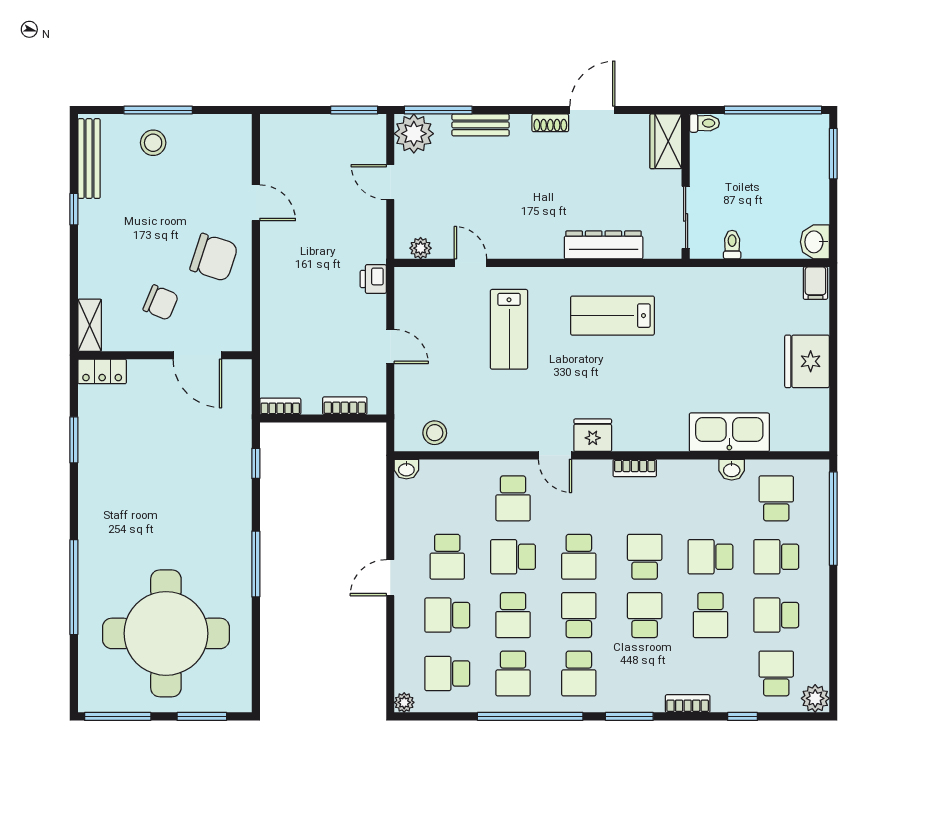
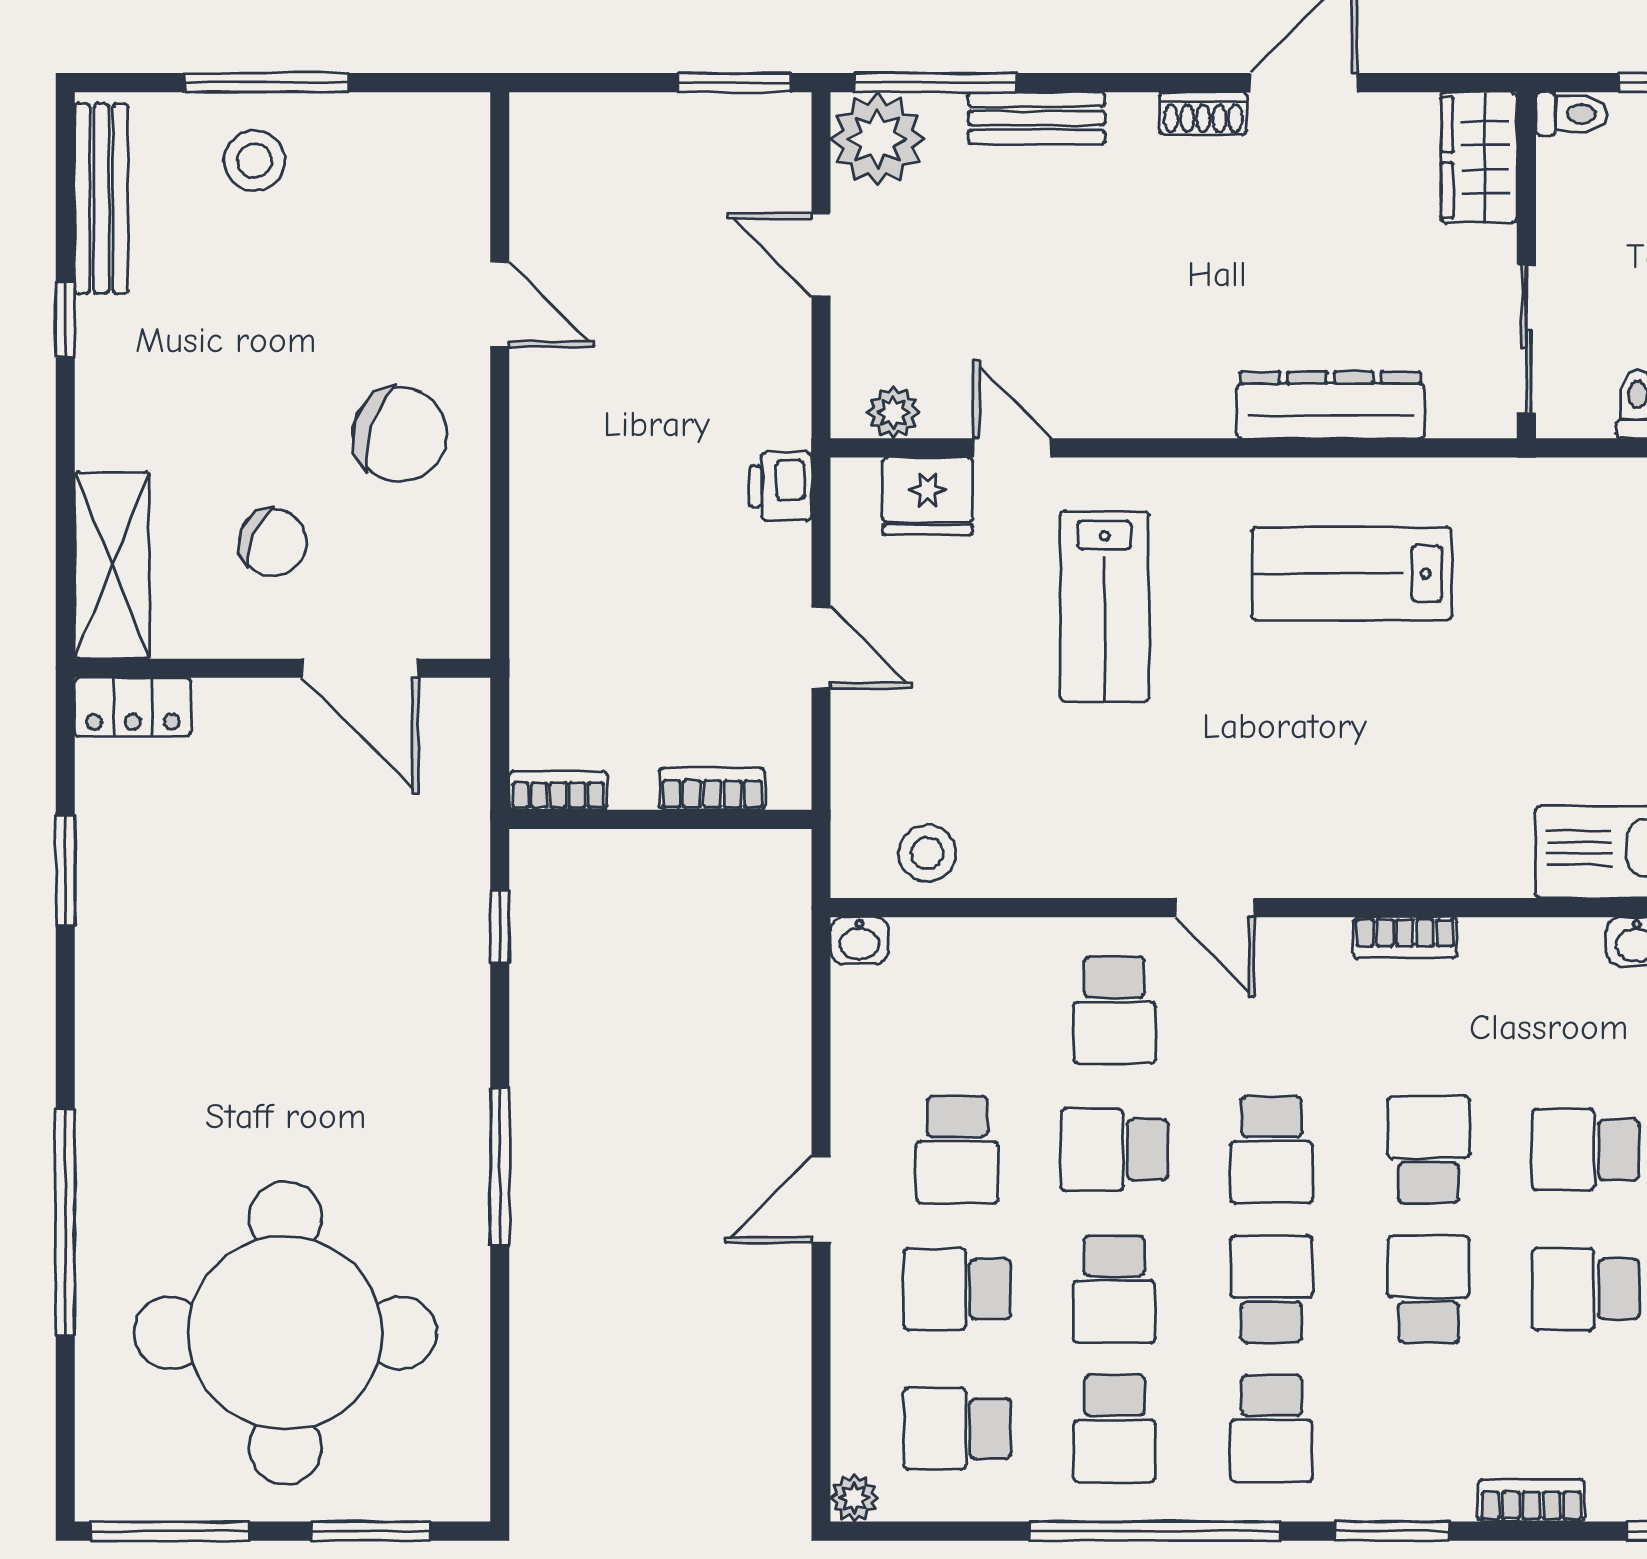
shelving: (90, 325) -> (112, 565), width x1.50, depth x1.33
fridge: (593, 435) -> (928, 496), moved, turned 180
school desk: (710, 615) -> (1586, 1289), turned 90

